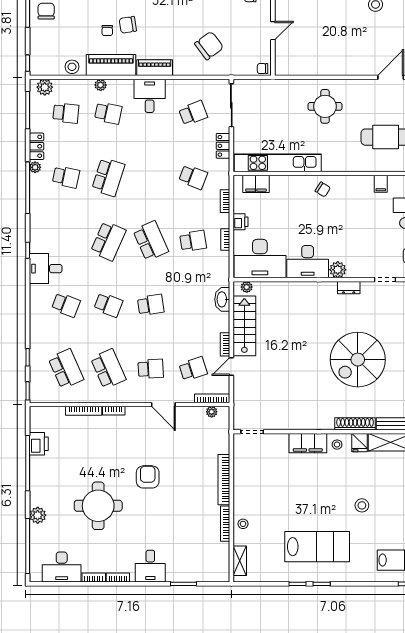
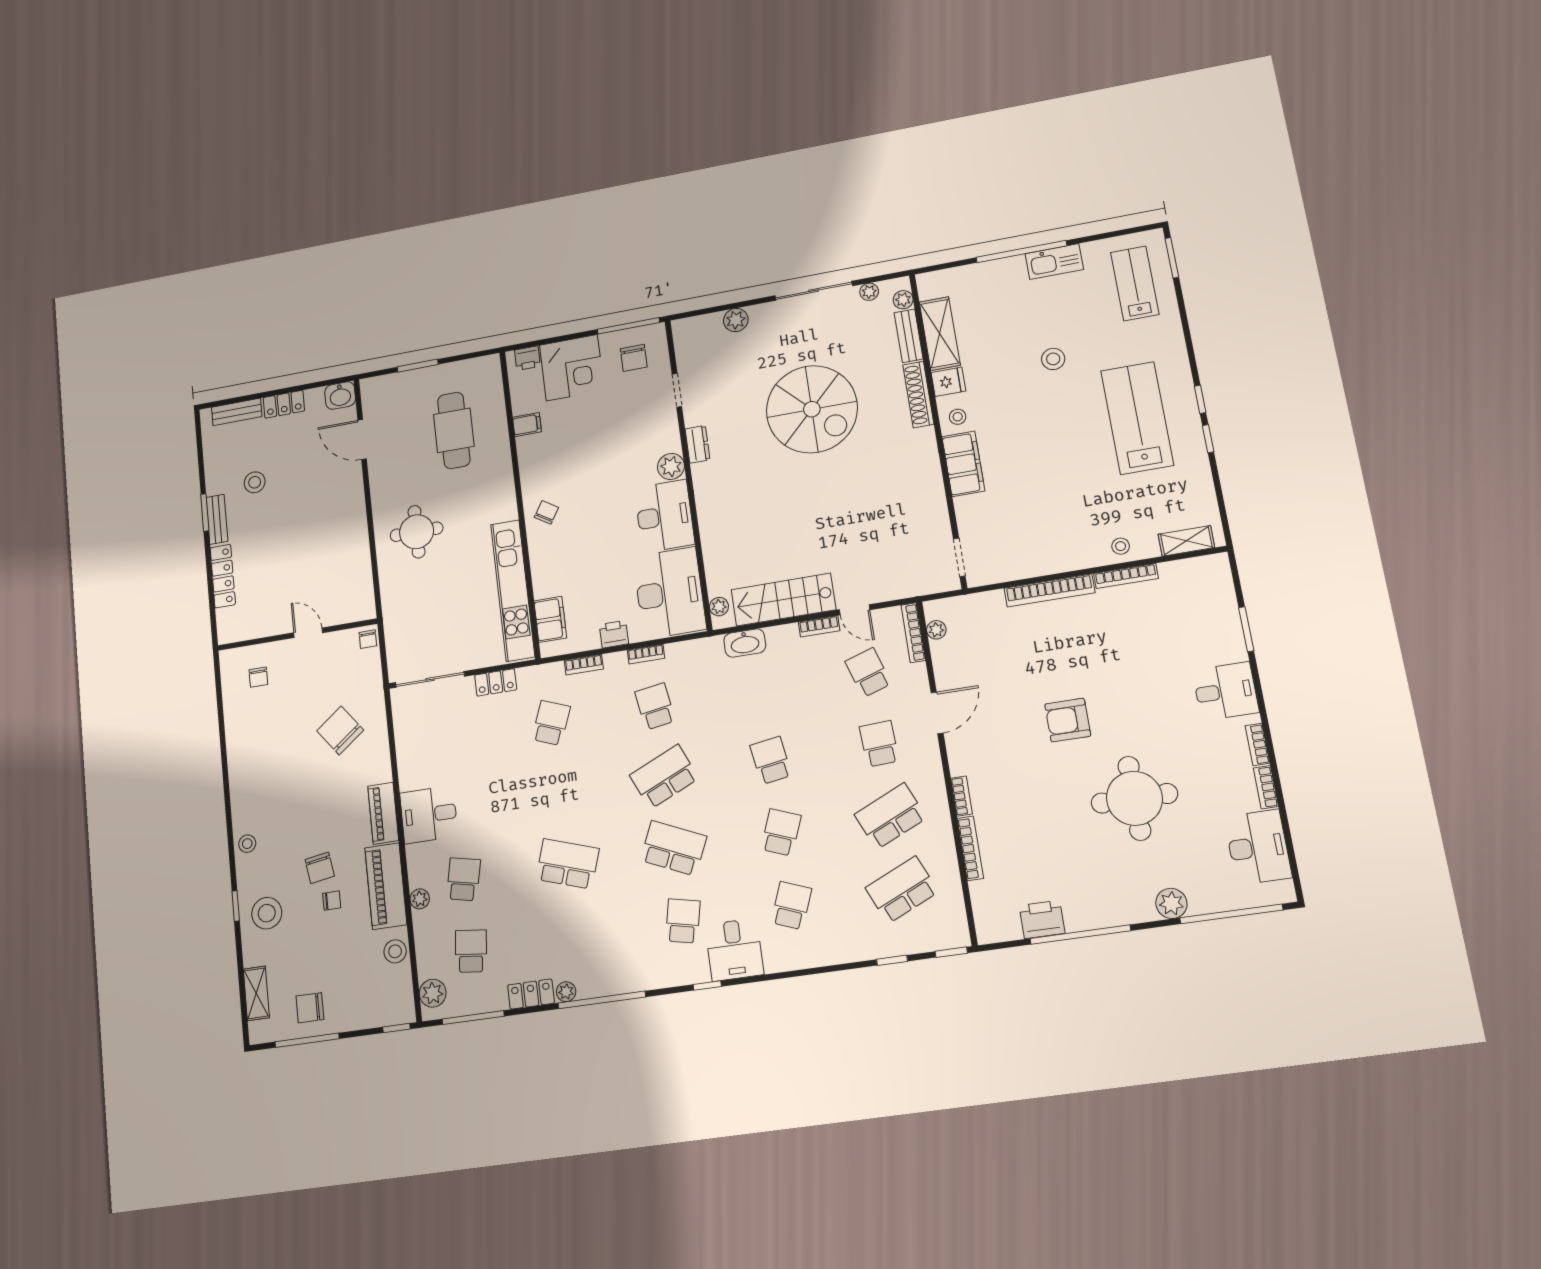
school desk: (193, 113) -> (449, 739), removed
school desk: (66, 177) -> (683, 921), moved

